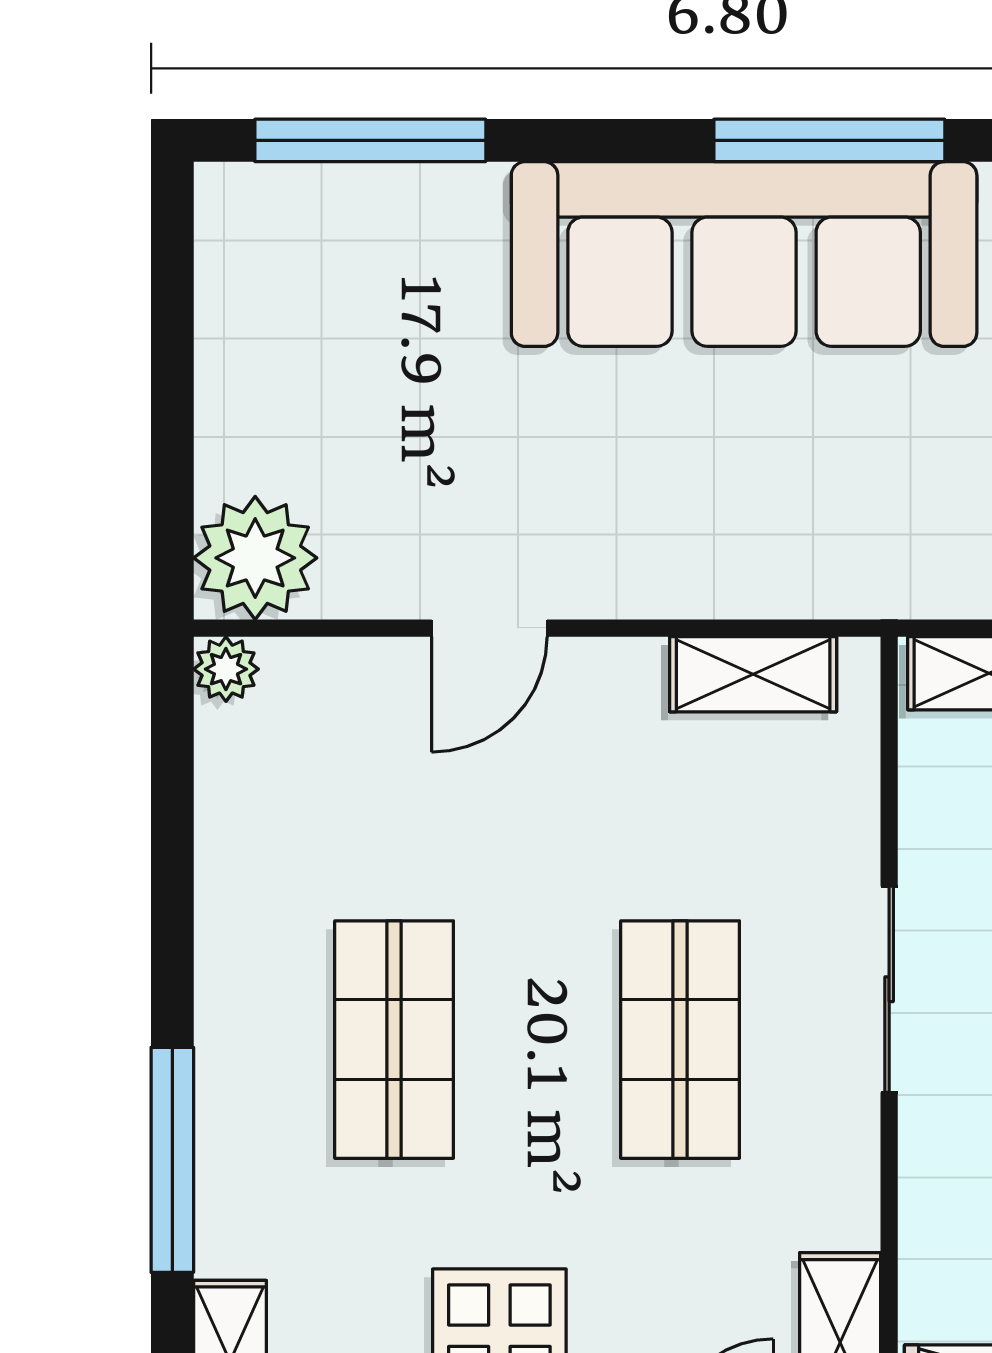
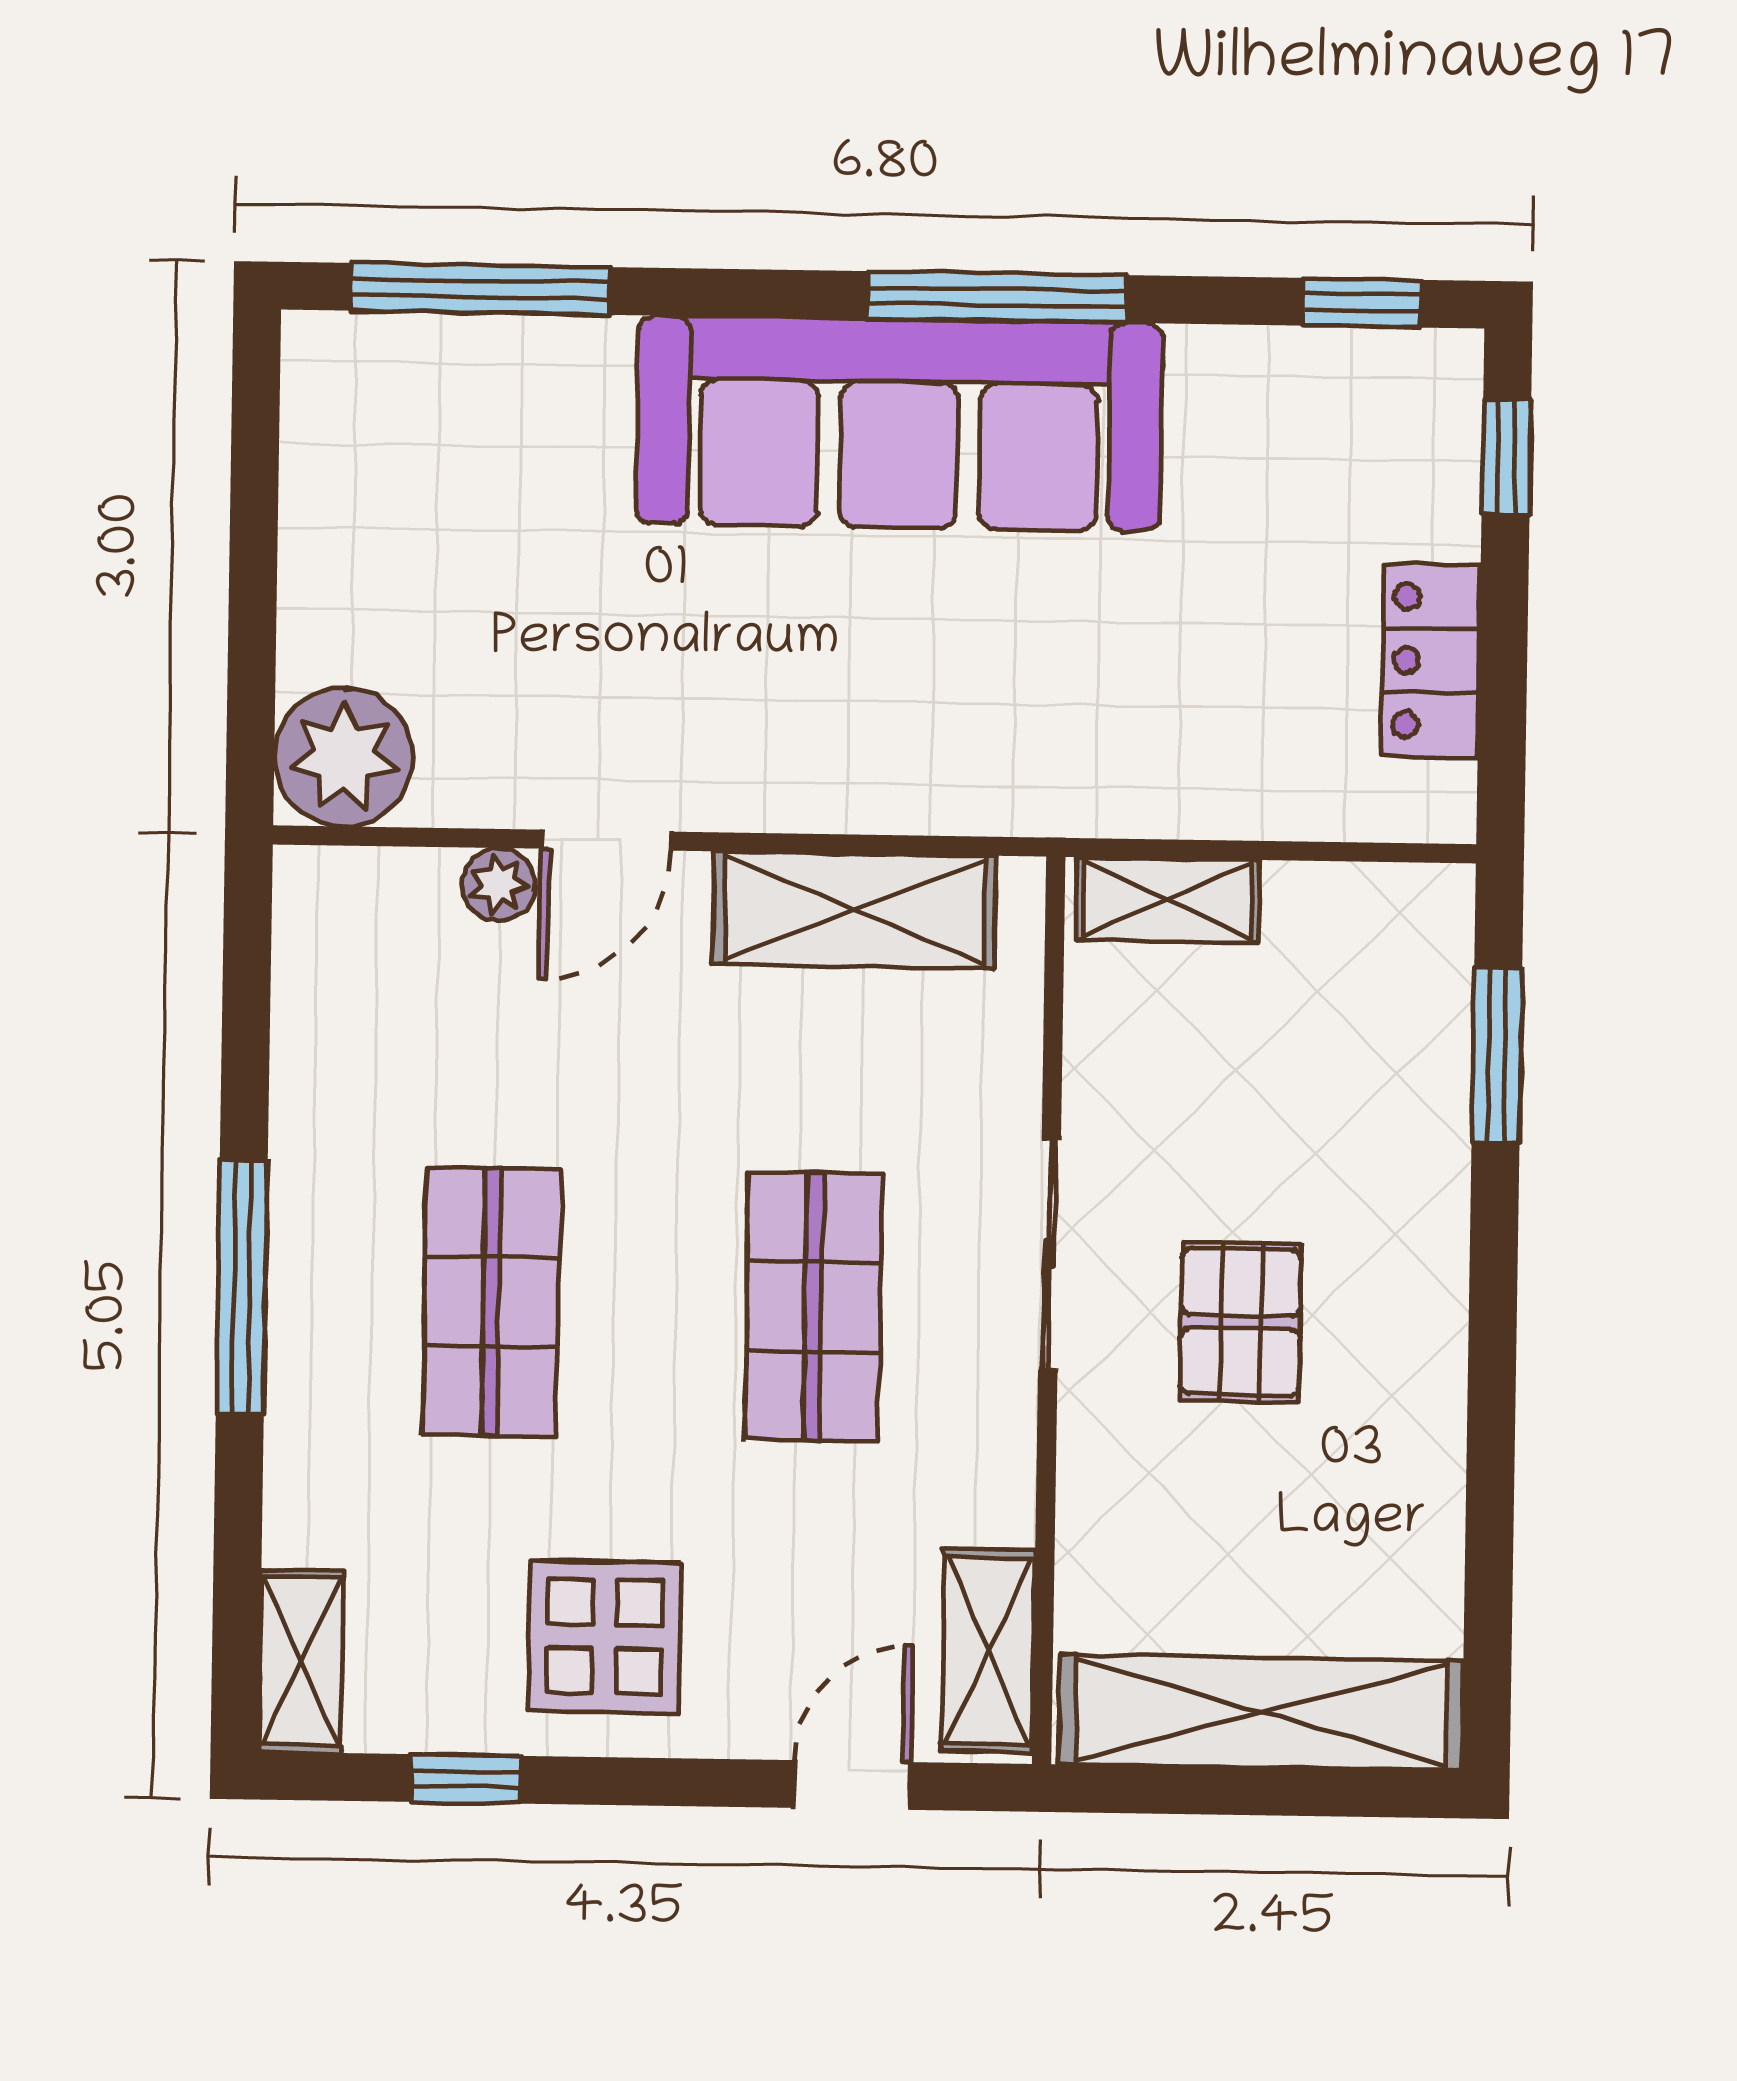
plant: (226, 669) -> (499, 885), moved
shelving: (753, 674) -> (855, 910), width x1.50, depth x1.33
window: (172, 1160) -> (242, 1287), moved

